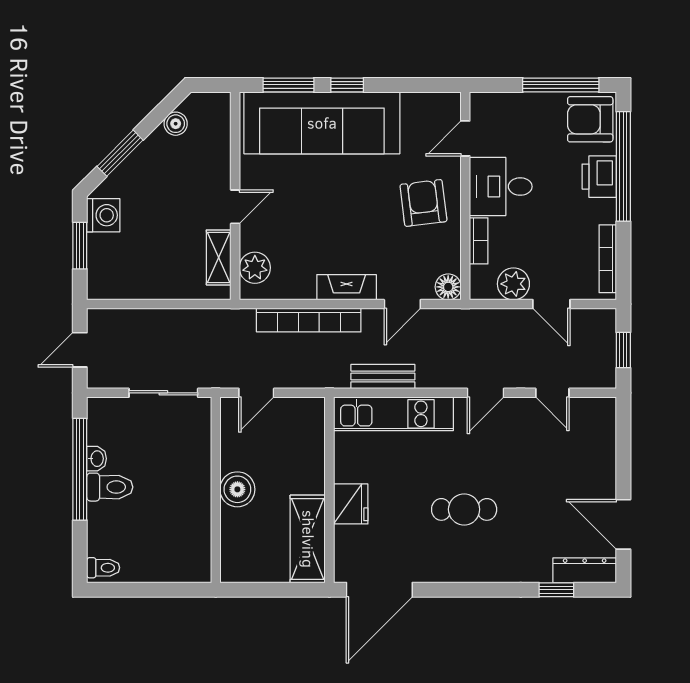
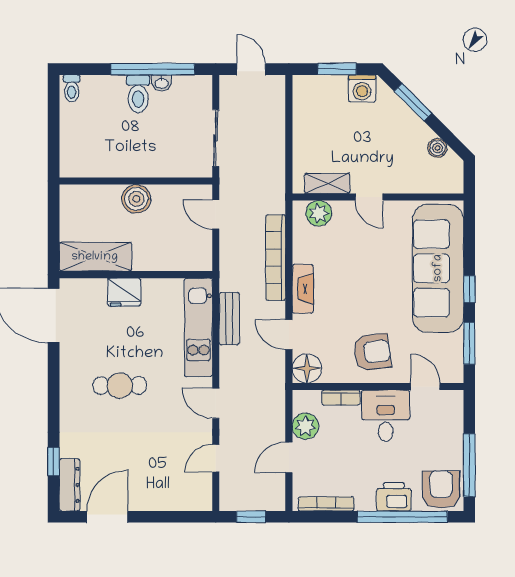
window: (288, 85) -> (469, 343), moved
floor lamp: (448, 287) -> (307, 368), width x1.38, depth x1.38
cafe table: (464, 509) -> (120, 386), turned 90

